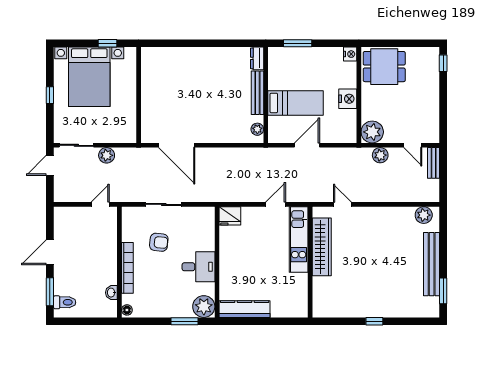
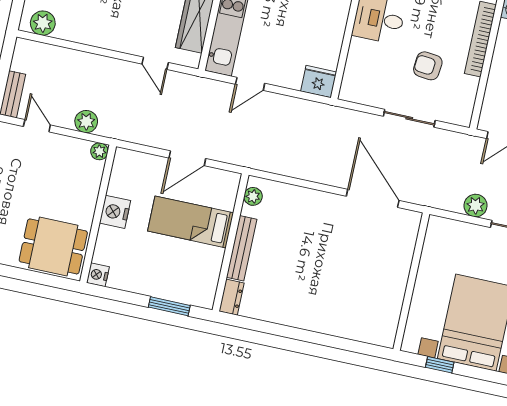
plant: (372, 132) -> (99, 151), width x0.53, depth x0.53

